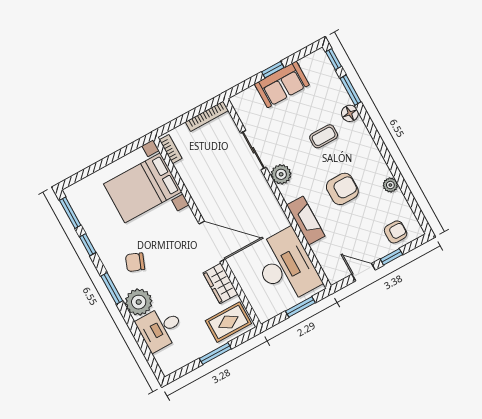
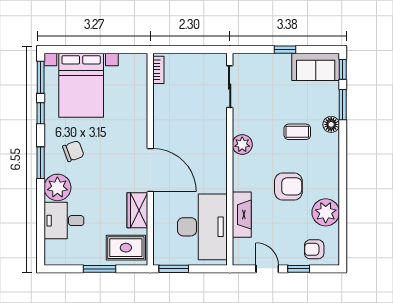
sofa: (282, 84) -> (316, 67), moved
bookcase: (207, 116) -> (206, 59), removed
sliding door: (253, 150) -> (230, 87), moved
plant: (390, 185) -> (326, 212), width x1.88, depth x1.88
bed with nightstands: (143, 188) -> (81, 85), moved, turned -90
fireplace: (306, 221) -> (242, 215), moved
armchair: (396, 232) -> (314, 249), turned 180
chair: (135, 262) -> (73, 151), turned 139
window: (300, 307) -> (174, 269), moved

